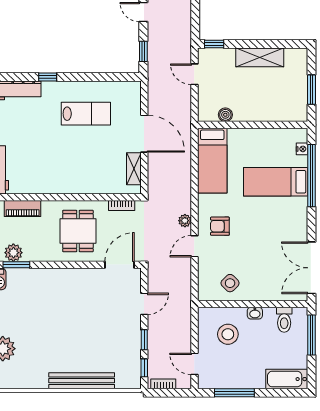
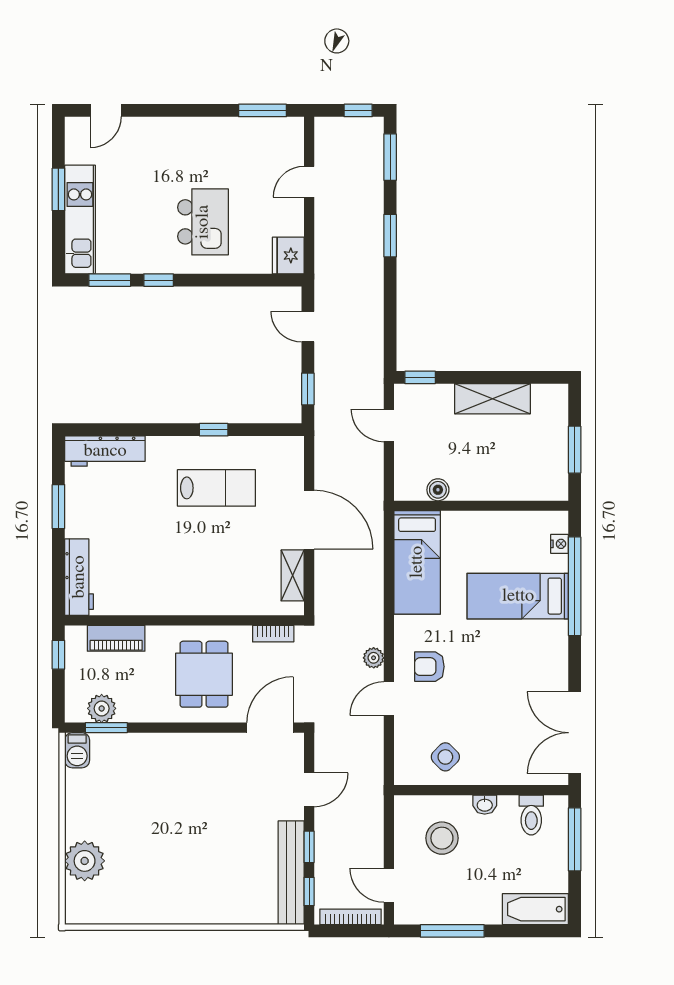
window: (48, 77) -> (214, 430), moved
bench: (82, 381) -> (291, 873), moved, turned 90
bookcase: (163, 384) -> (351, 917), width x1.56

